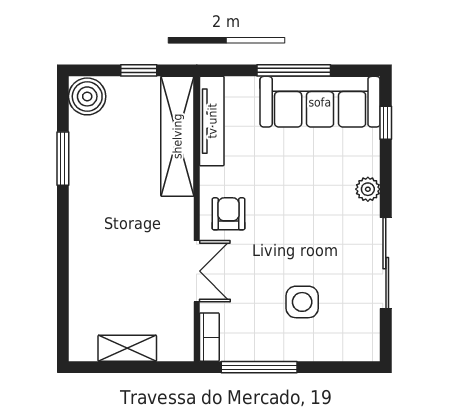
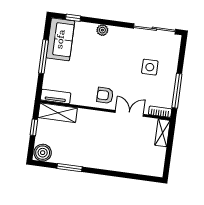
sofa: (320, 102) -> (60, 39), width x0.73
tv unit: (212, 121) -> (56, 96), width x0.71
shelving: (177, 136) -> (58, 113), width x0.68
sliding door: (386, 263) -> (154, 29), moved
shelving: (127, 348) -> (162, 133), moved

